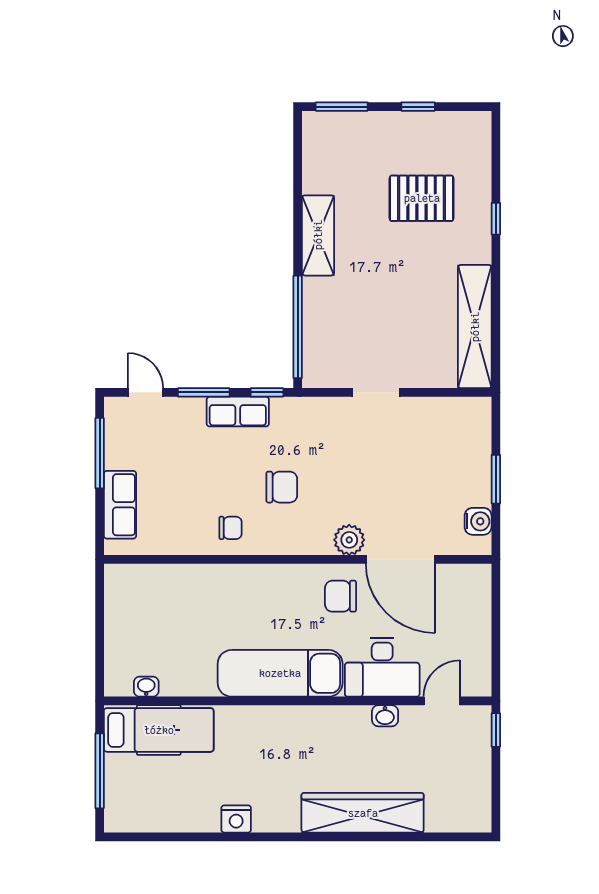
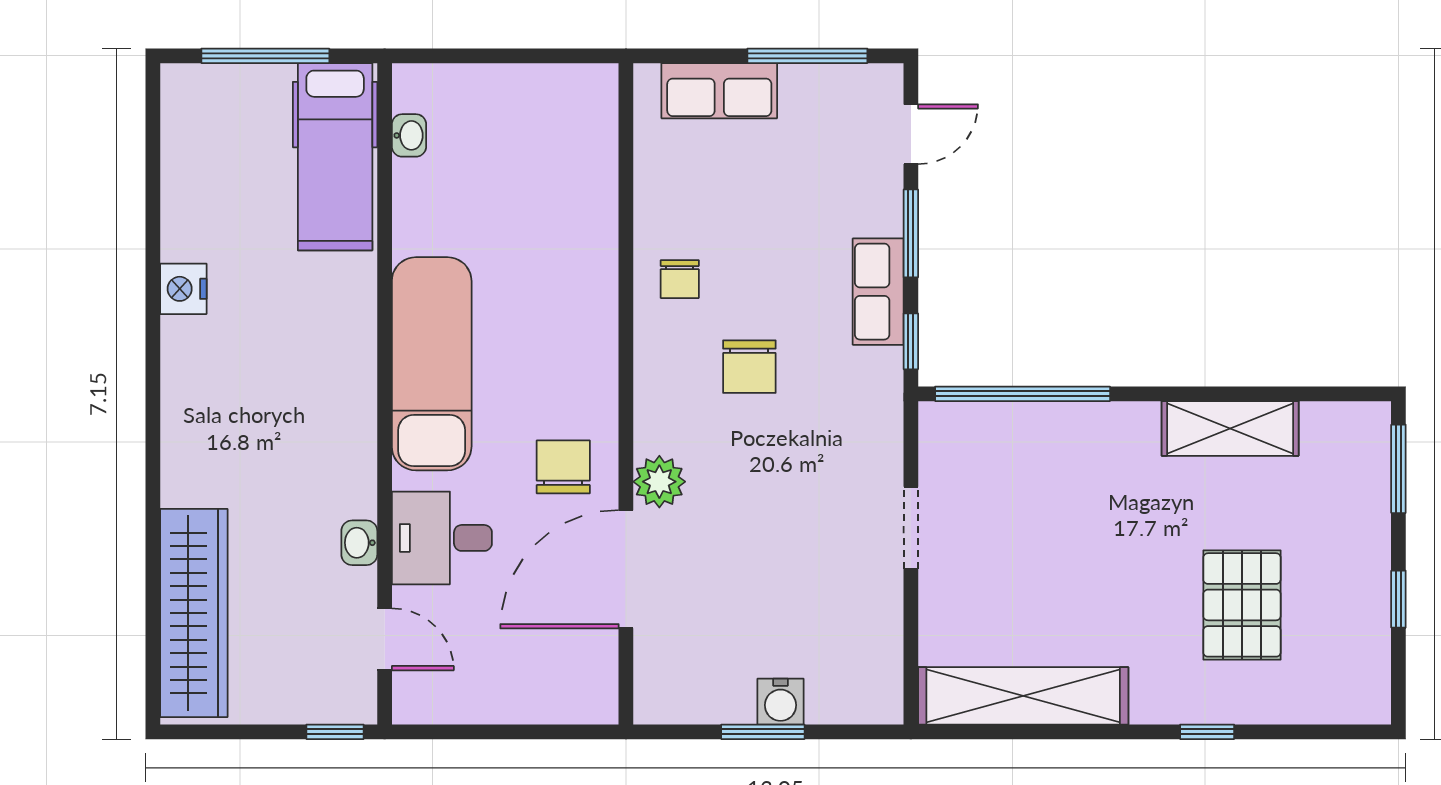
shelving: (318, 235) -> (1230, 428), moved
water cooler: (478, 521) -> (781, 702), moved
desk: (382, 667) -> (442, 538), width x0.73
wardrobe: (363, 813) -> (194, 613), moved

